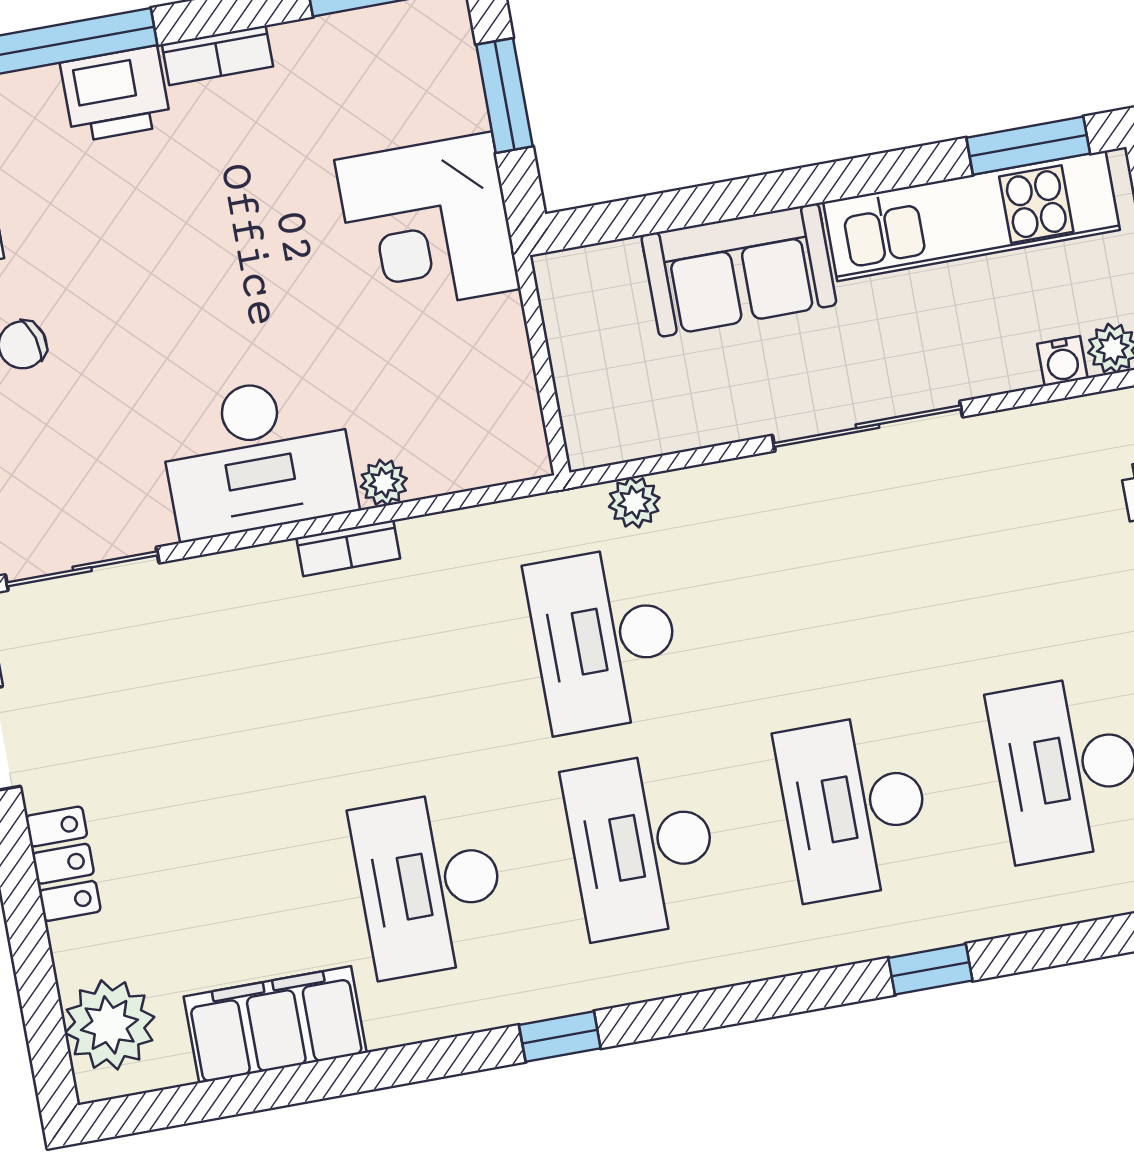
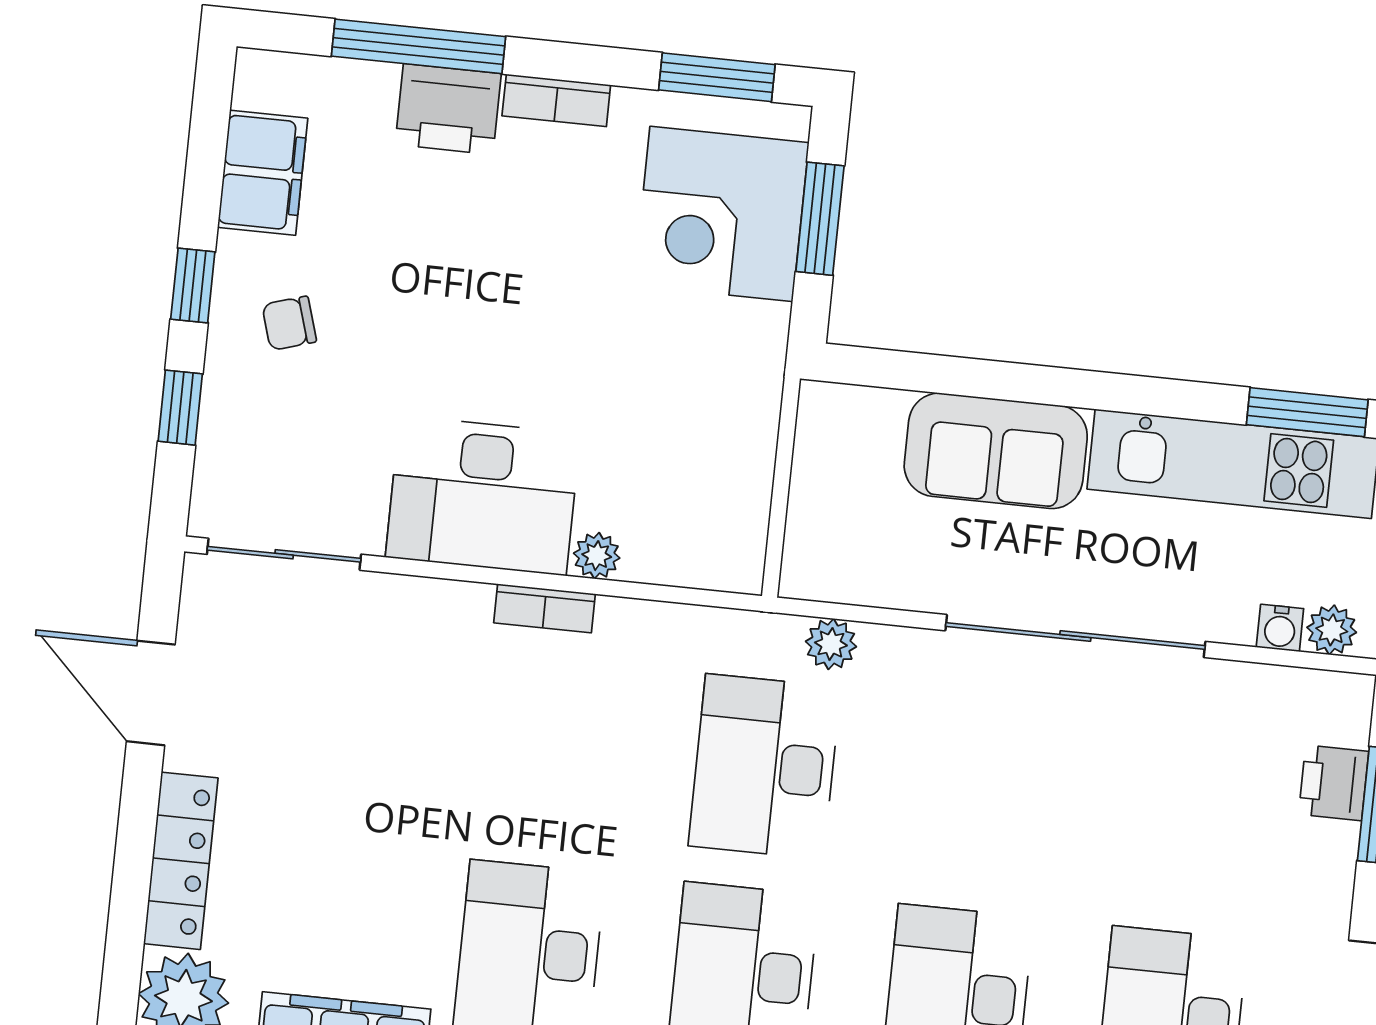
corner desk: (427, 224) -> (721, 214), moved
sliding door: (867, 426) -> (1075, 636), width x1.36
locker: (63, 864) -> (181, 861), width x1.53

